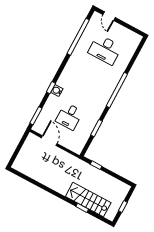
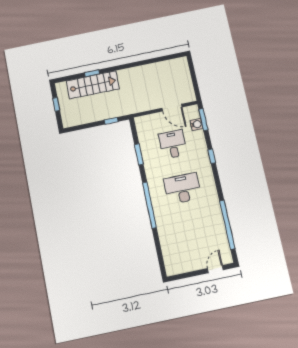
door: (109, 16) -> (215, 269), hinge flipped
desk: (105, 50) -> (182, 189), moved
water cooler: (57, 91) -> (196, 124), moved

